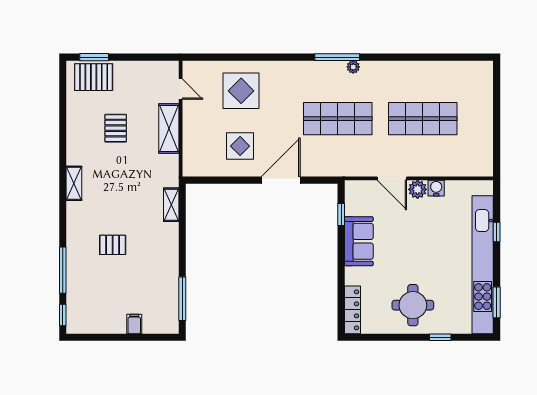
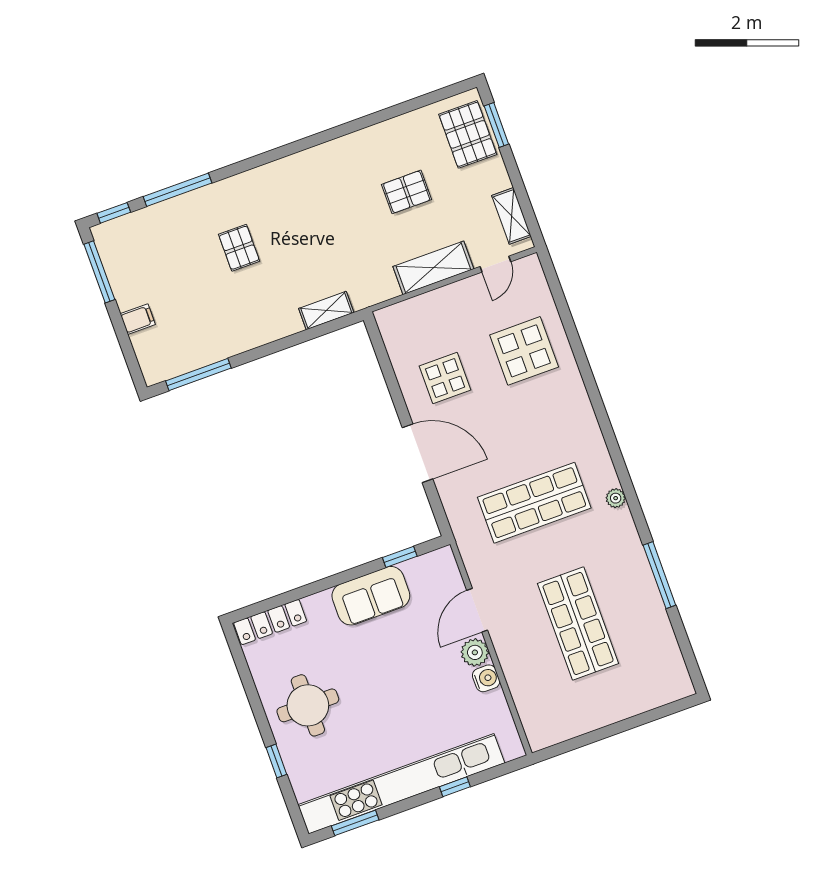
window: (337, 57) -> (659, 575), moved
shop shelf: (338, 119) -> (534, 503), turned 90
shelving: (74, 183) -> (511, 216), moved, turned 90
window: (96, 337) -> (99, 272), added

